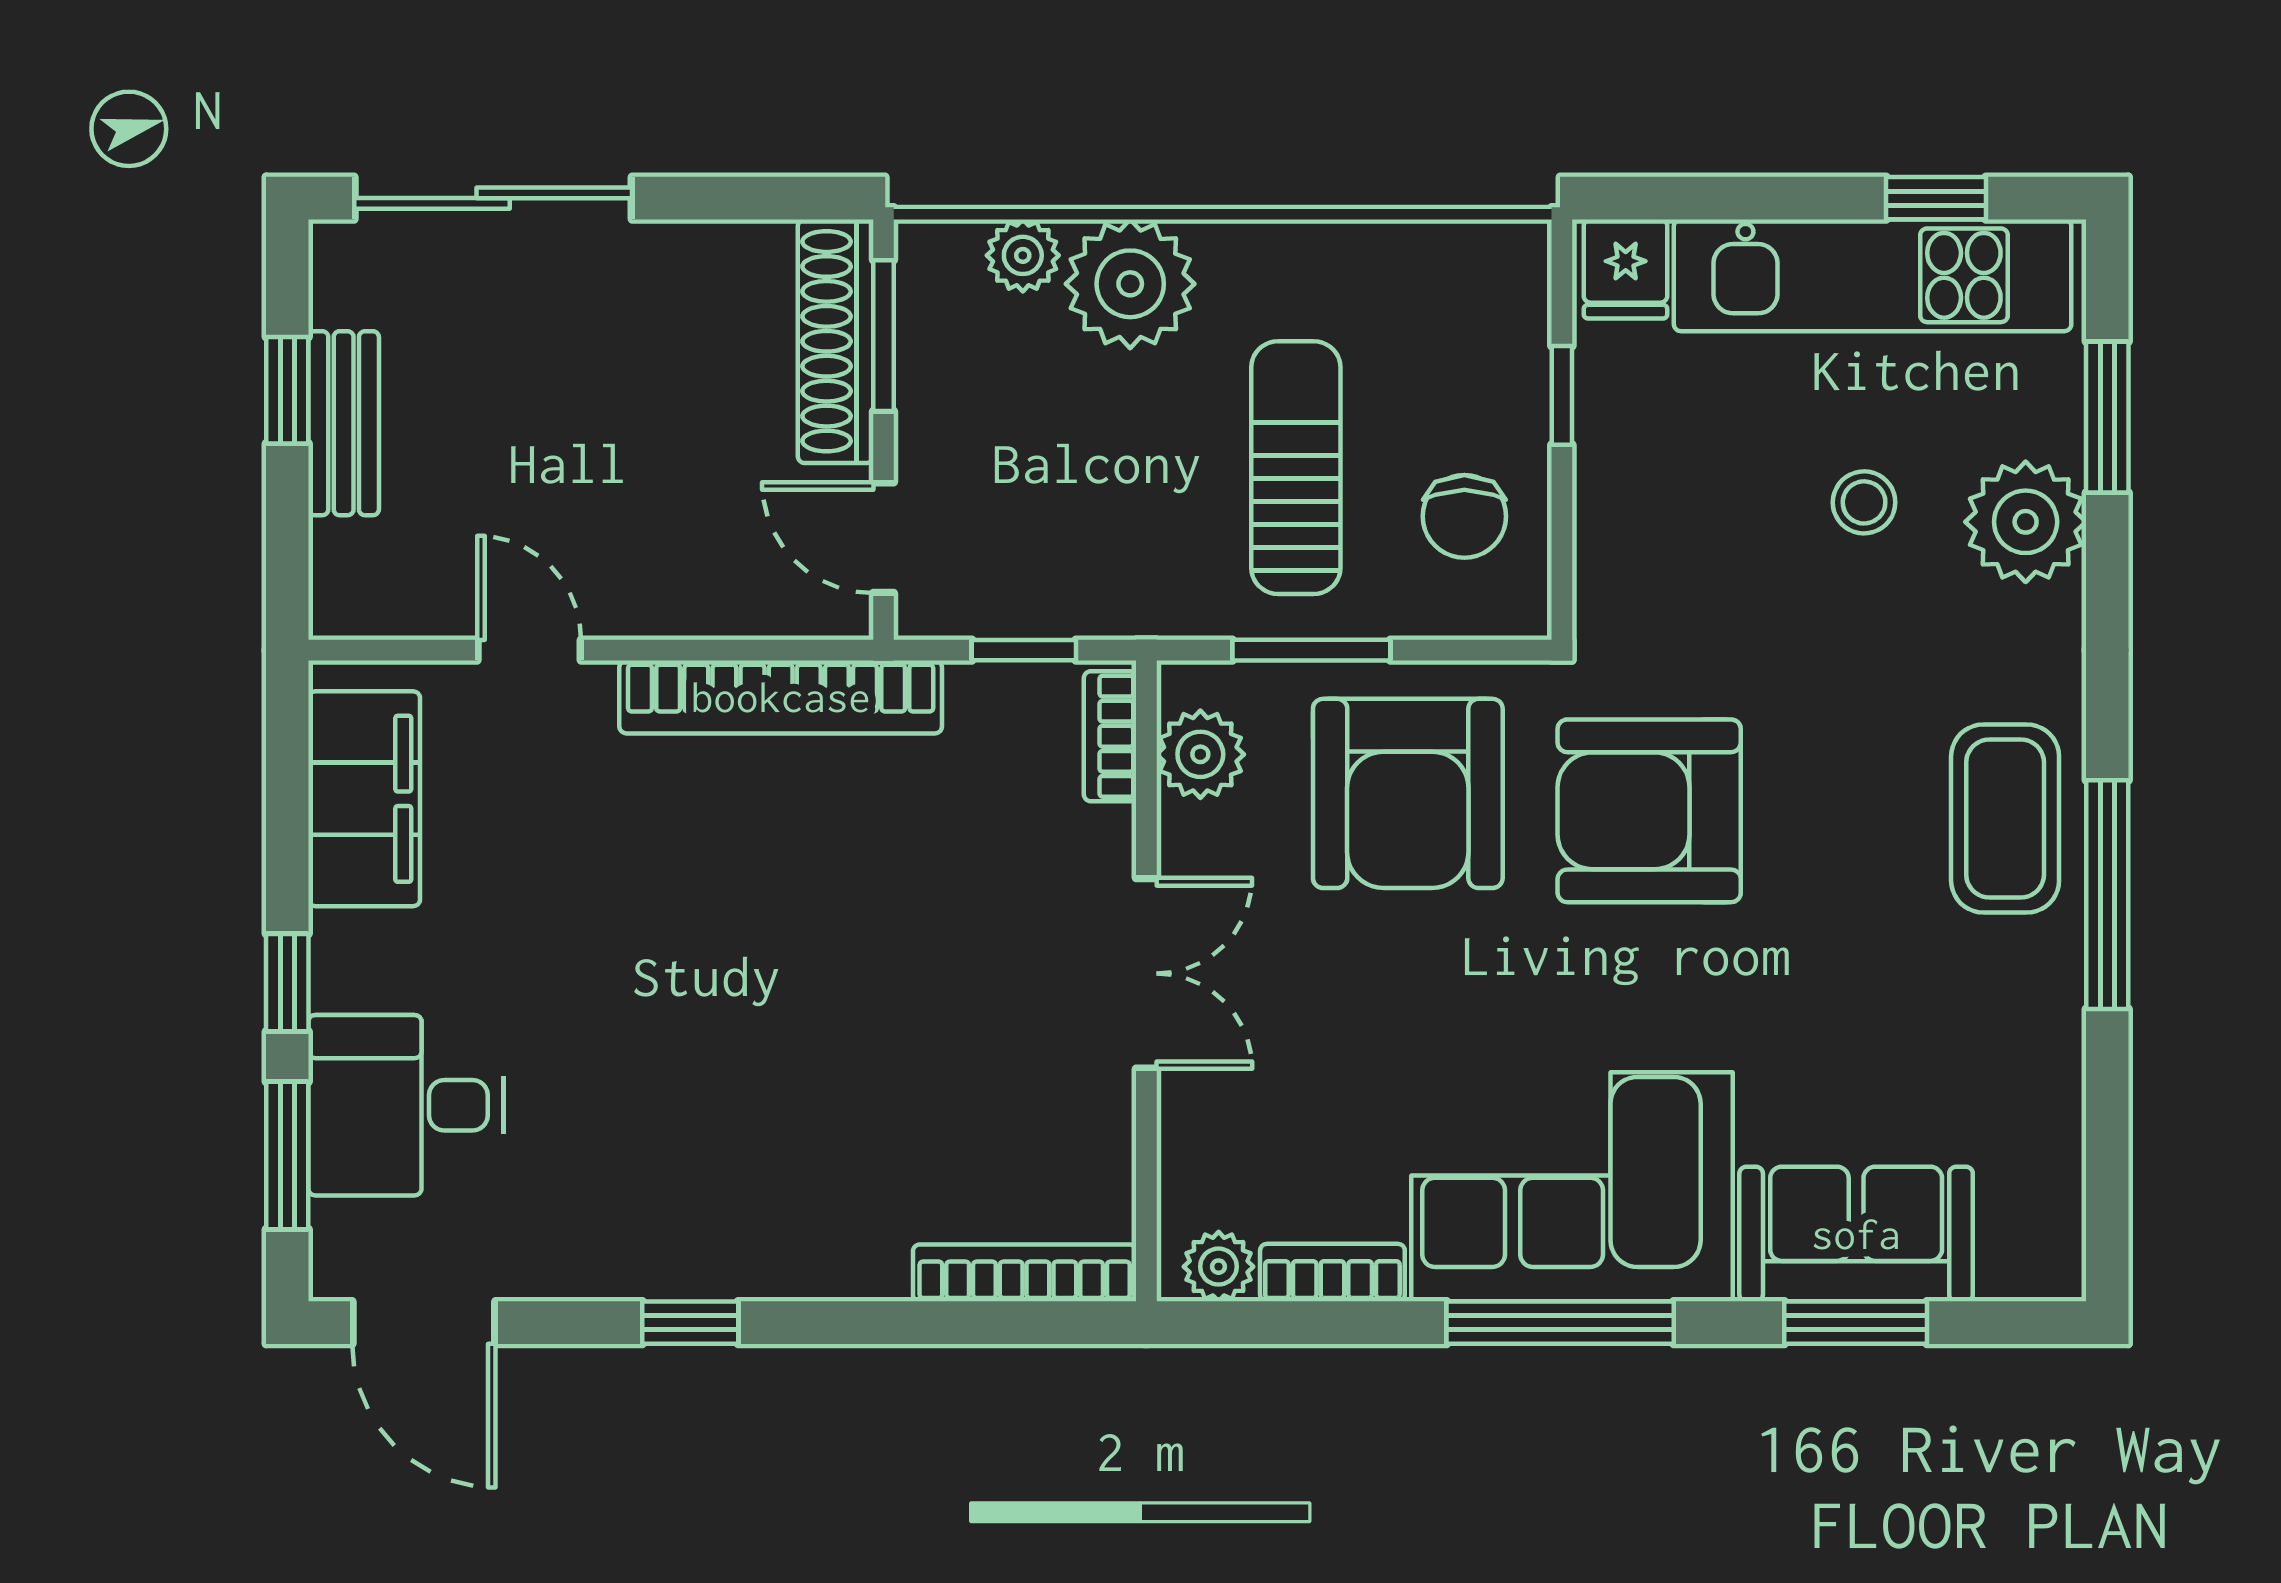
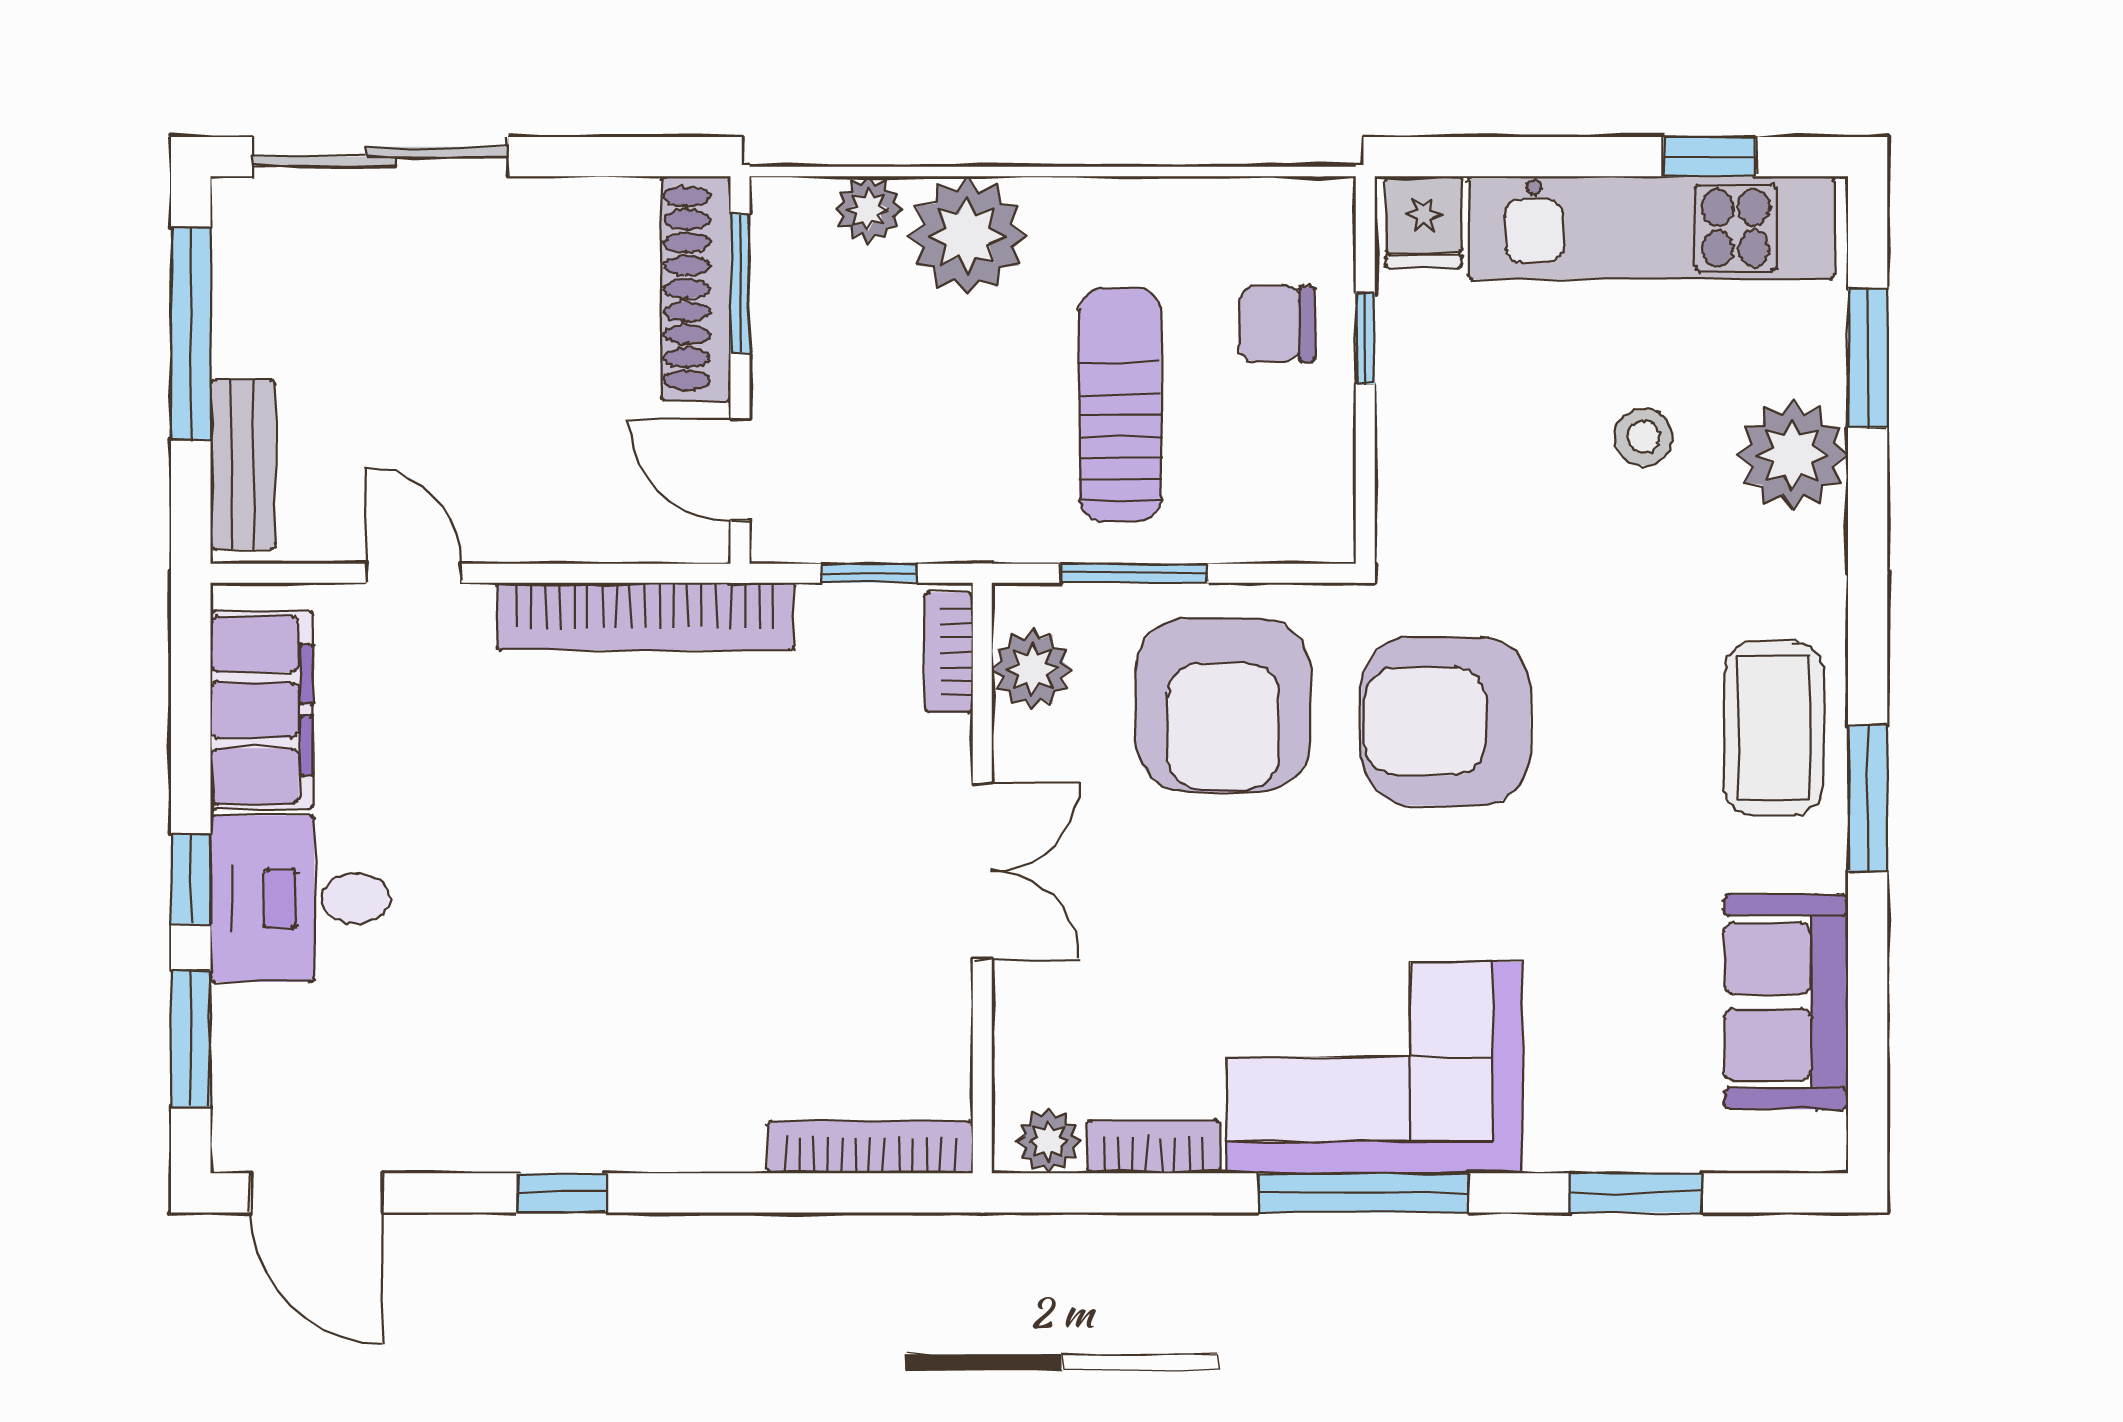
window: (287, 390) -> (191, 334), width x2.17
bench: (344, 423) -> (243, 464), moved
chair: (1464, 516) -> (1277, 324), moved, turned 90
window: (2107, 895) -> (1868, 798), width x0.69
desk: (406, 1105) -> (300, 899), moved
sofa: (1856, 1234) -> (1786, 1002), moved, turned -90

